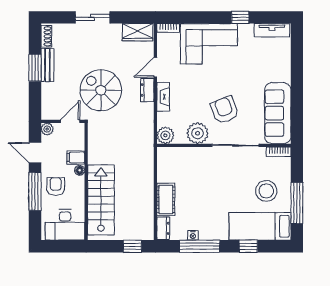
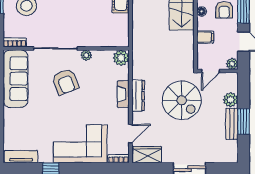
shoe rack: (46, 36) -> (233, 151), removed
door: (155, 67) -> (130, 134), moved
dresser: (147, 90) -> (138, 96), width x1.44
plant: (49, 91) -> (231, 100), added
plant: (198, 133) -> (86, 55), width x0.53, depth x0.53
floor lamp: (80, 170) -> (202, 11), moved

